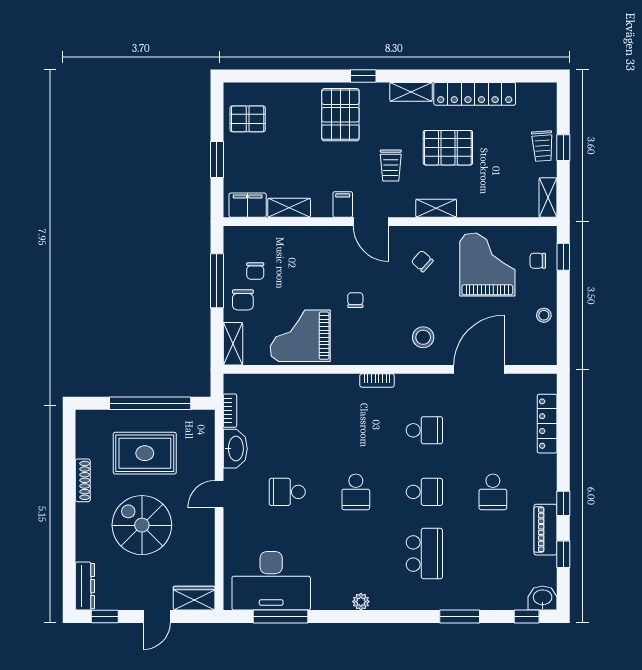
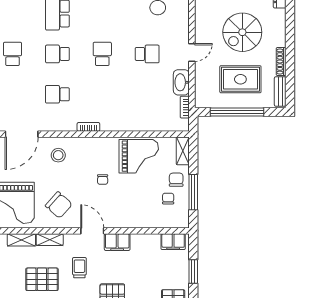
filing cabinet: (343, 204) -> (117, 242), width x2.00
shelving: (289, 208) -> (21, 240), moved
chair: (422, 261) -> (59, 205), width x1.87, depth x1.87
bench: (84, 435) -> (280, 91), added
spiral stairs: (142, 525) -> (242, 32), turned 90

